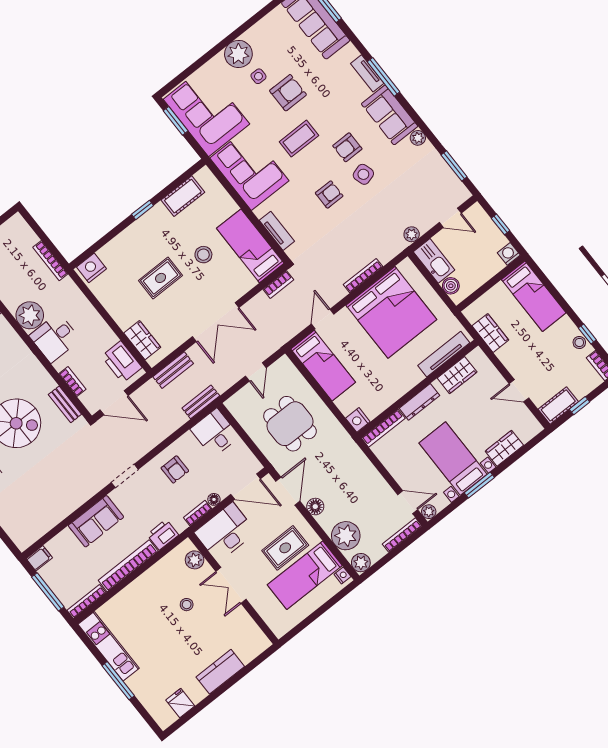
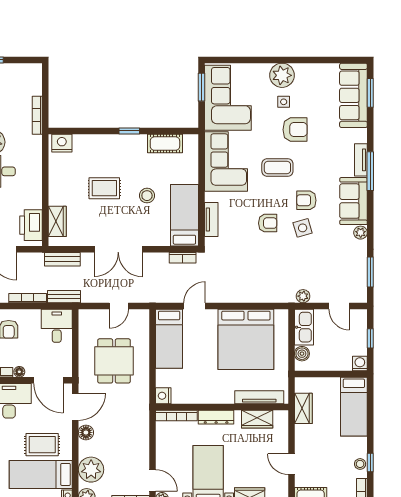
bookcase: (363, 276) -> (28, 298), moved

